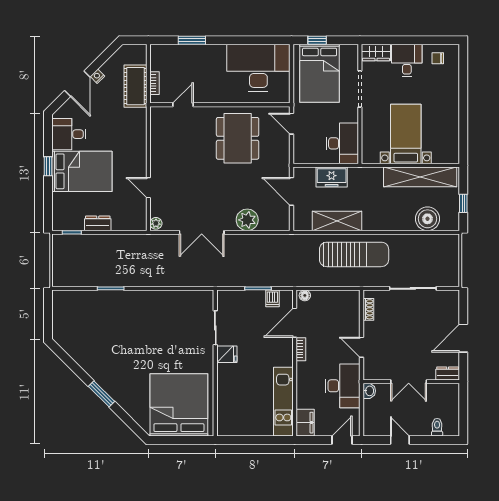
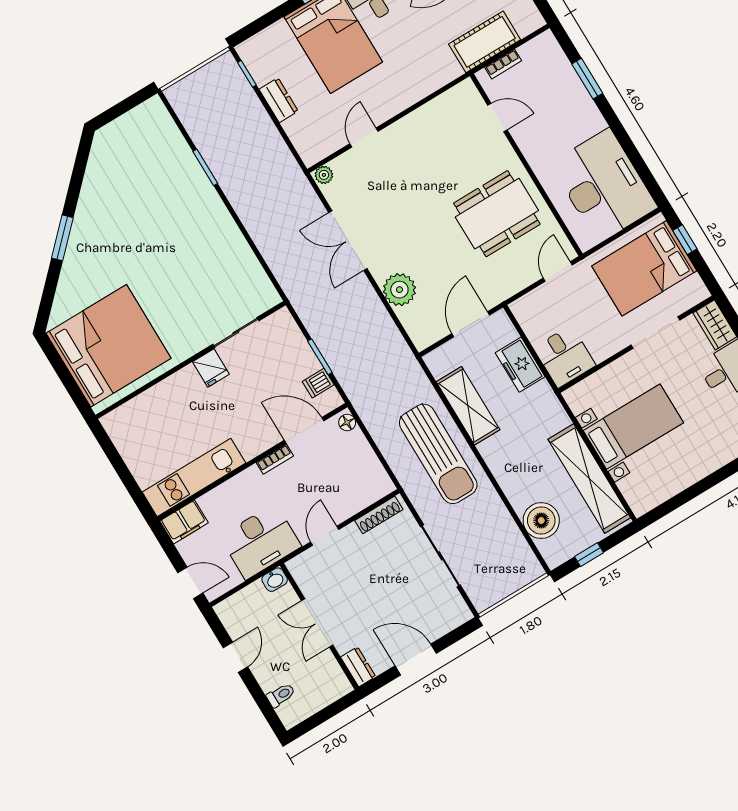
desk: (342, 143) -> (565, 357), width x0.73
shoe rack: (368, 309) -> (379, 515), width x1.43

